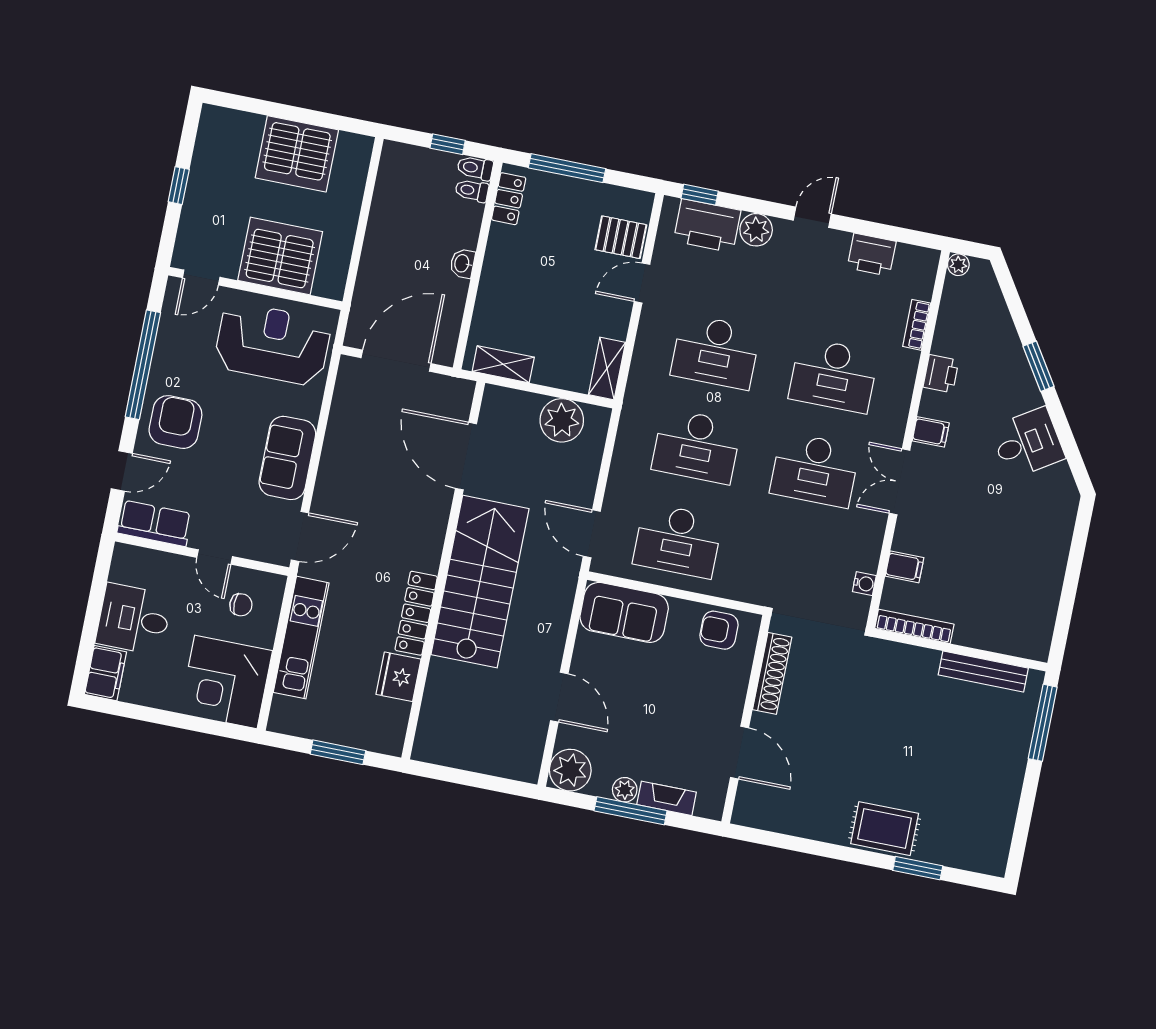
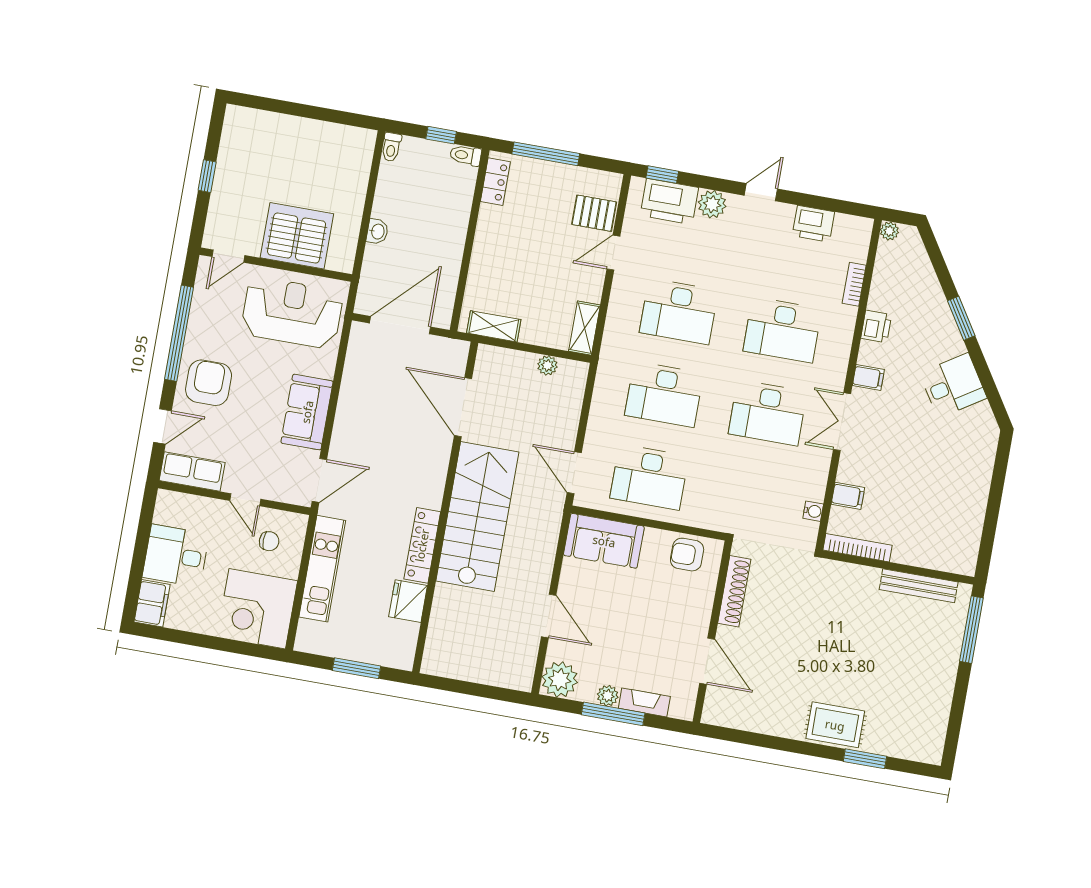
server rack: (297, 154) -> (310, 146), removed
toilet: (472, 191) -> (391, 147), moved, turned -90
washbasin: (462, 263) -> (377, 231), moved, turned 180
plant: (562, 420) -> (547, 365), width x0.53, depth x0.53

